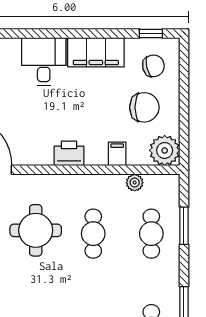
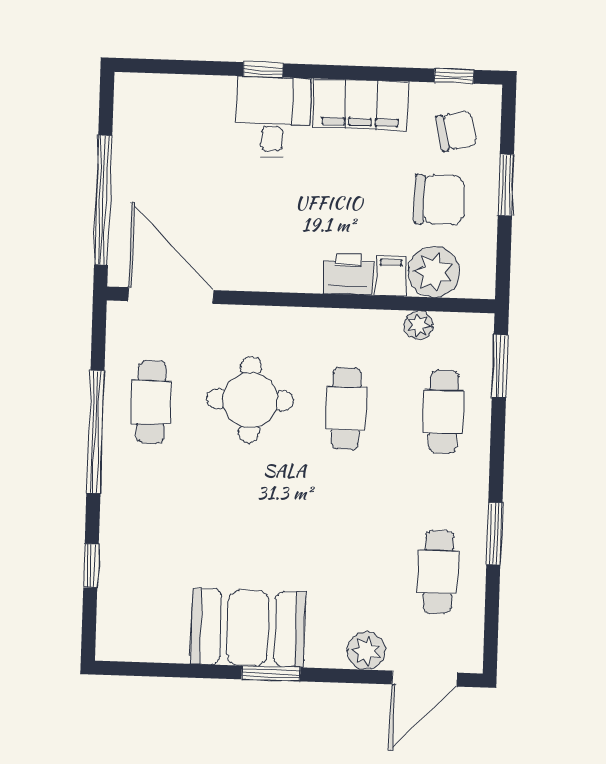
window: (37, 33) -> (263, 70), added
window: (184, 97) -> (506, 185), added
plant: (165, 150) -> (434, 272), moved
printer: (69, 153) -> (348, 274), moved
window: (184, 226) -> (500, 366), moved

